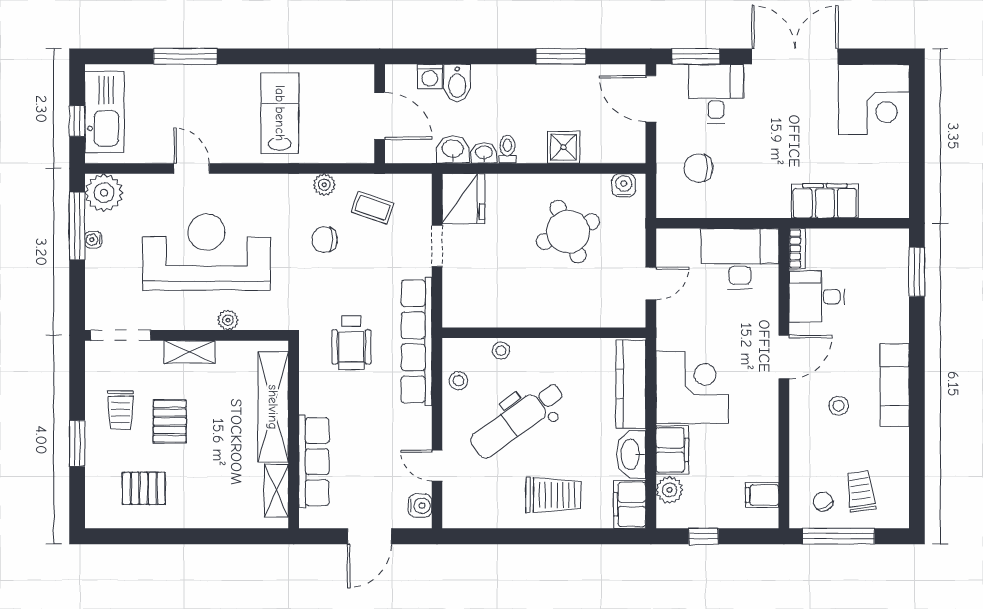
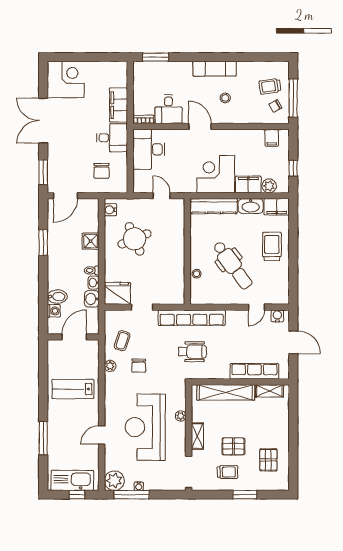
desk: (716, 94) -> (112, 138), moved, turned 180
stool: (458, 381) -> (212, 296), removed

